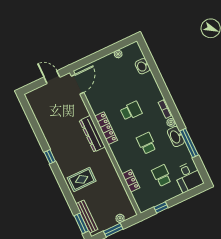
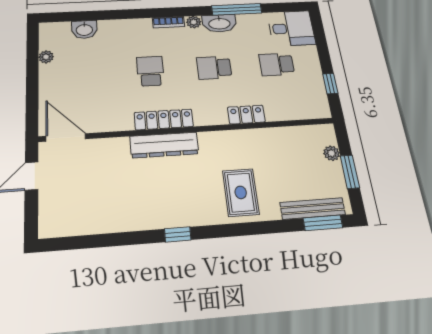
locker: (131, 181) -> (246, 115), moved

